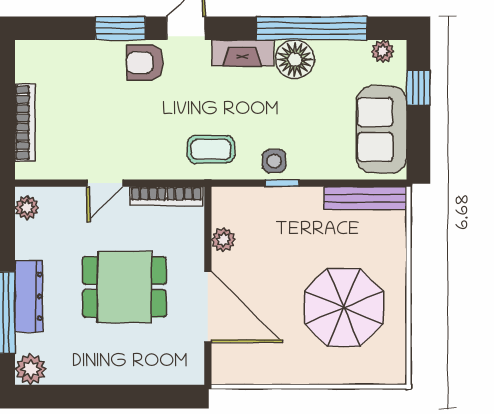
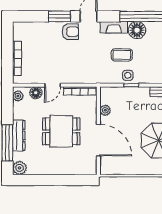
armchair: (145, 63) -> (70, 32), turned 180
coffee table: (211, 149) -> (122, 55), moved
floor lamp: (67, 200) -> (36, 93), added

